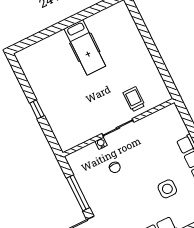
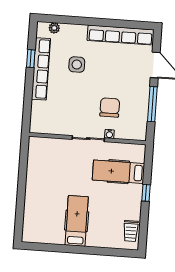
trolley: (134, 99) -> (131, 231), moved
hospital bed: (73, 114) -> (118, 172), added
chair: (115, 167) -> (110, 108), width x1.87, depth x1.87

